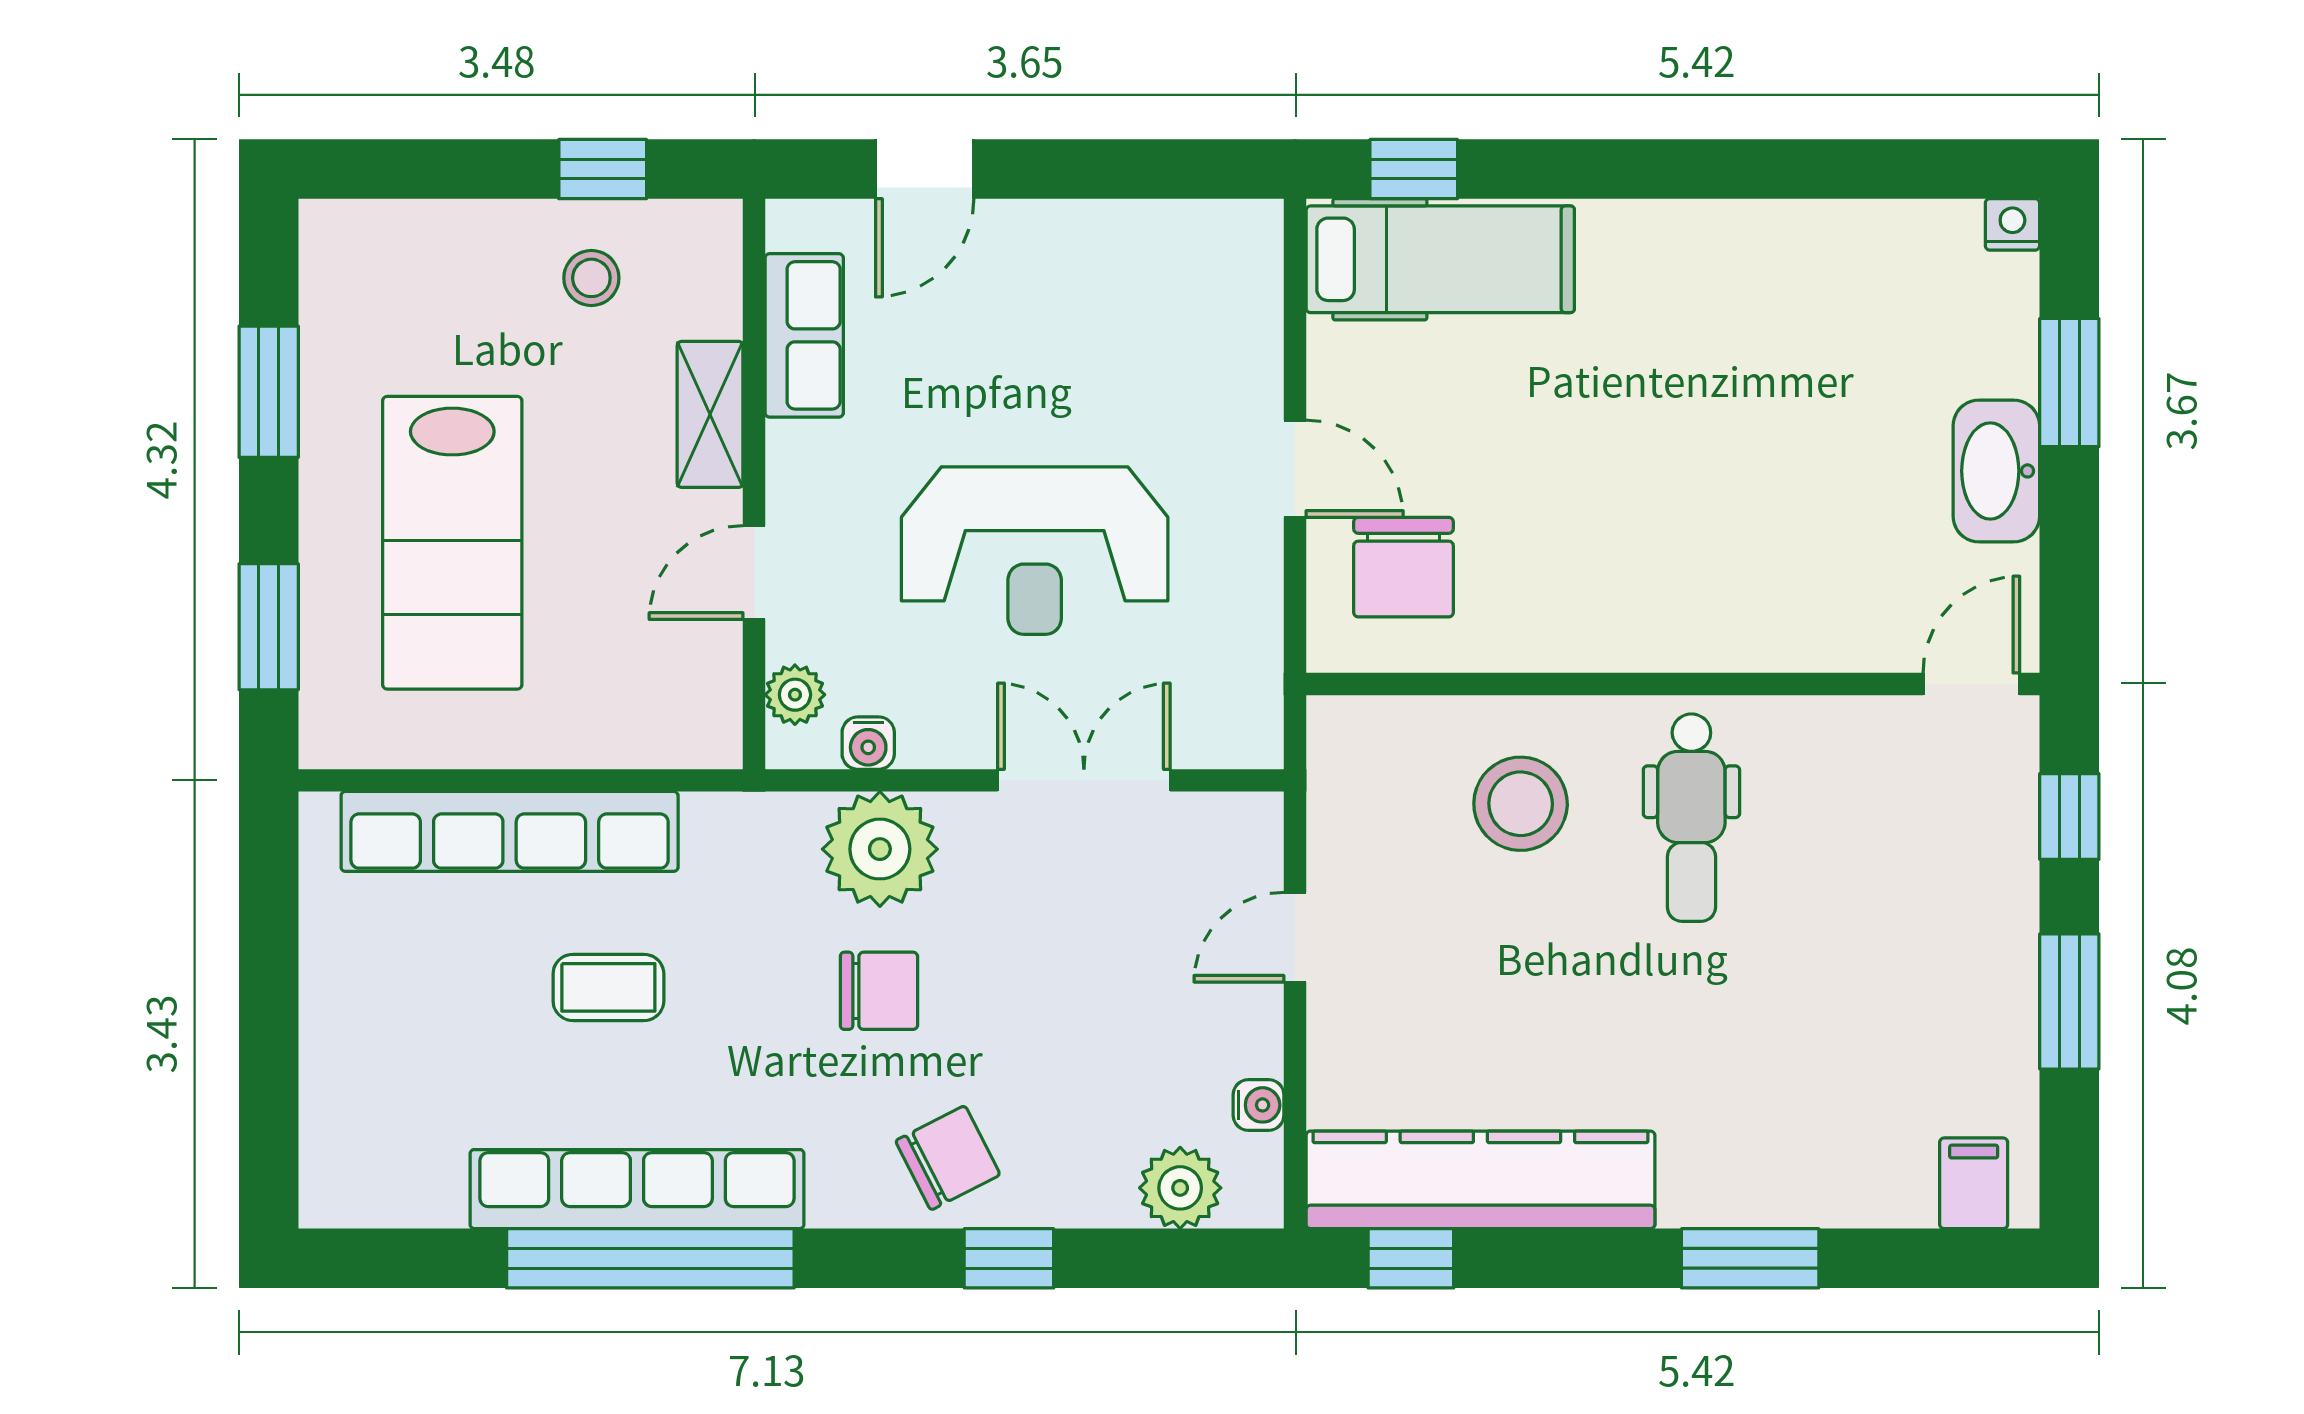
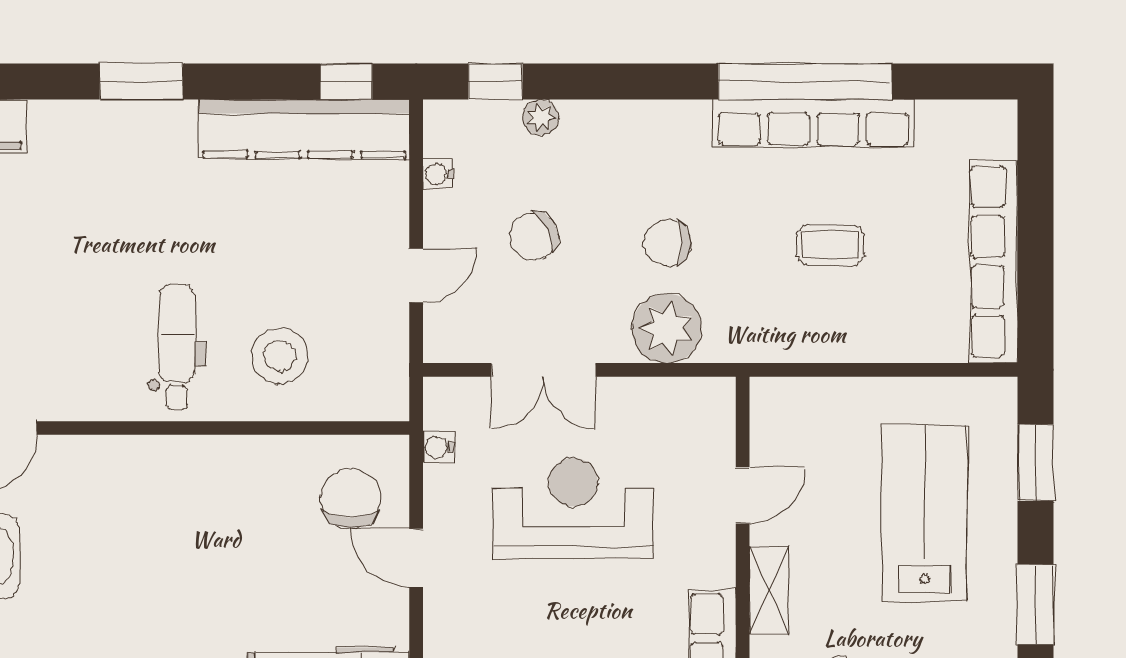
plant: (795, 695) -> (718, 422), removed
water cooler: (868, 743) -> (439, 447), moved, turned -90
row of seats: (510, 831) -> (993, 261), moved, turned -90
chair: (948, 1158) -> (534, 236), moved
plant: (1180, 1188) -> (541, 117), moved, width x0.73, depth x0.73
window: (1009, 1258) -> (495, 81), moved

